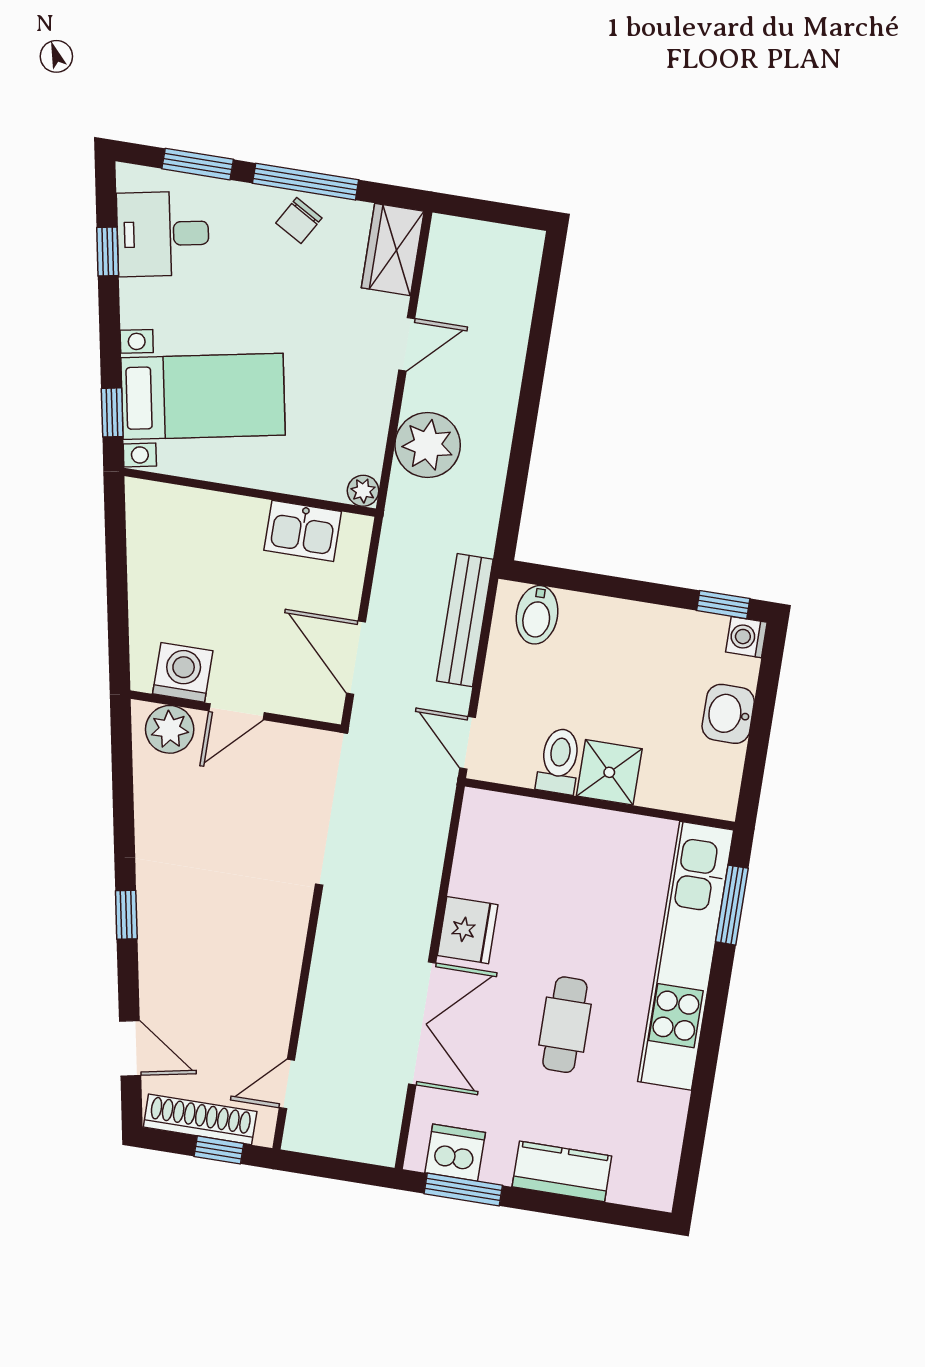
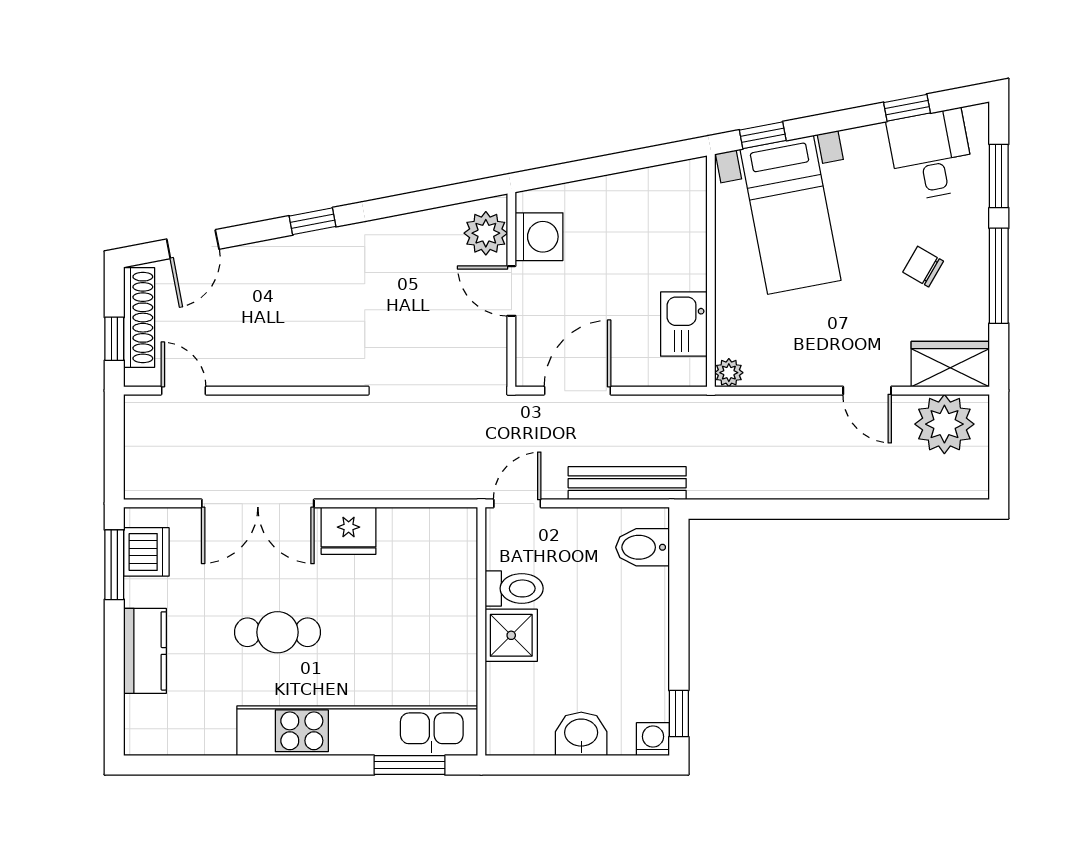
chair: (299, 220) -> (923, 267), moved
plant: (428, 445) -> (944, 424), moved

